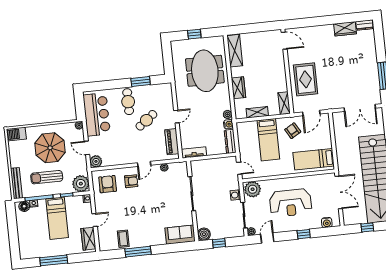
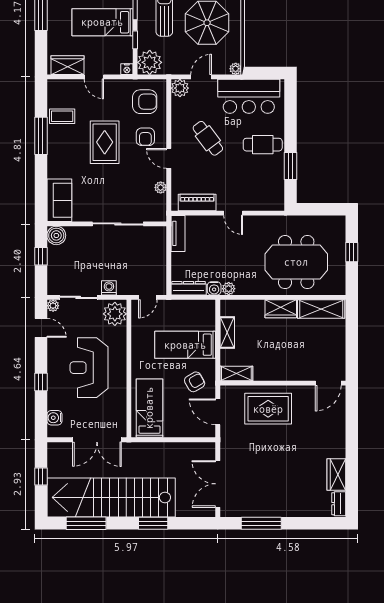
wardrobe: (238, 88) -> (281, 309), moved
cafe table: (146, 120) -> (208, 138), moved
rug: (138, 208) -> (105, 142), added

